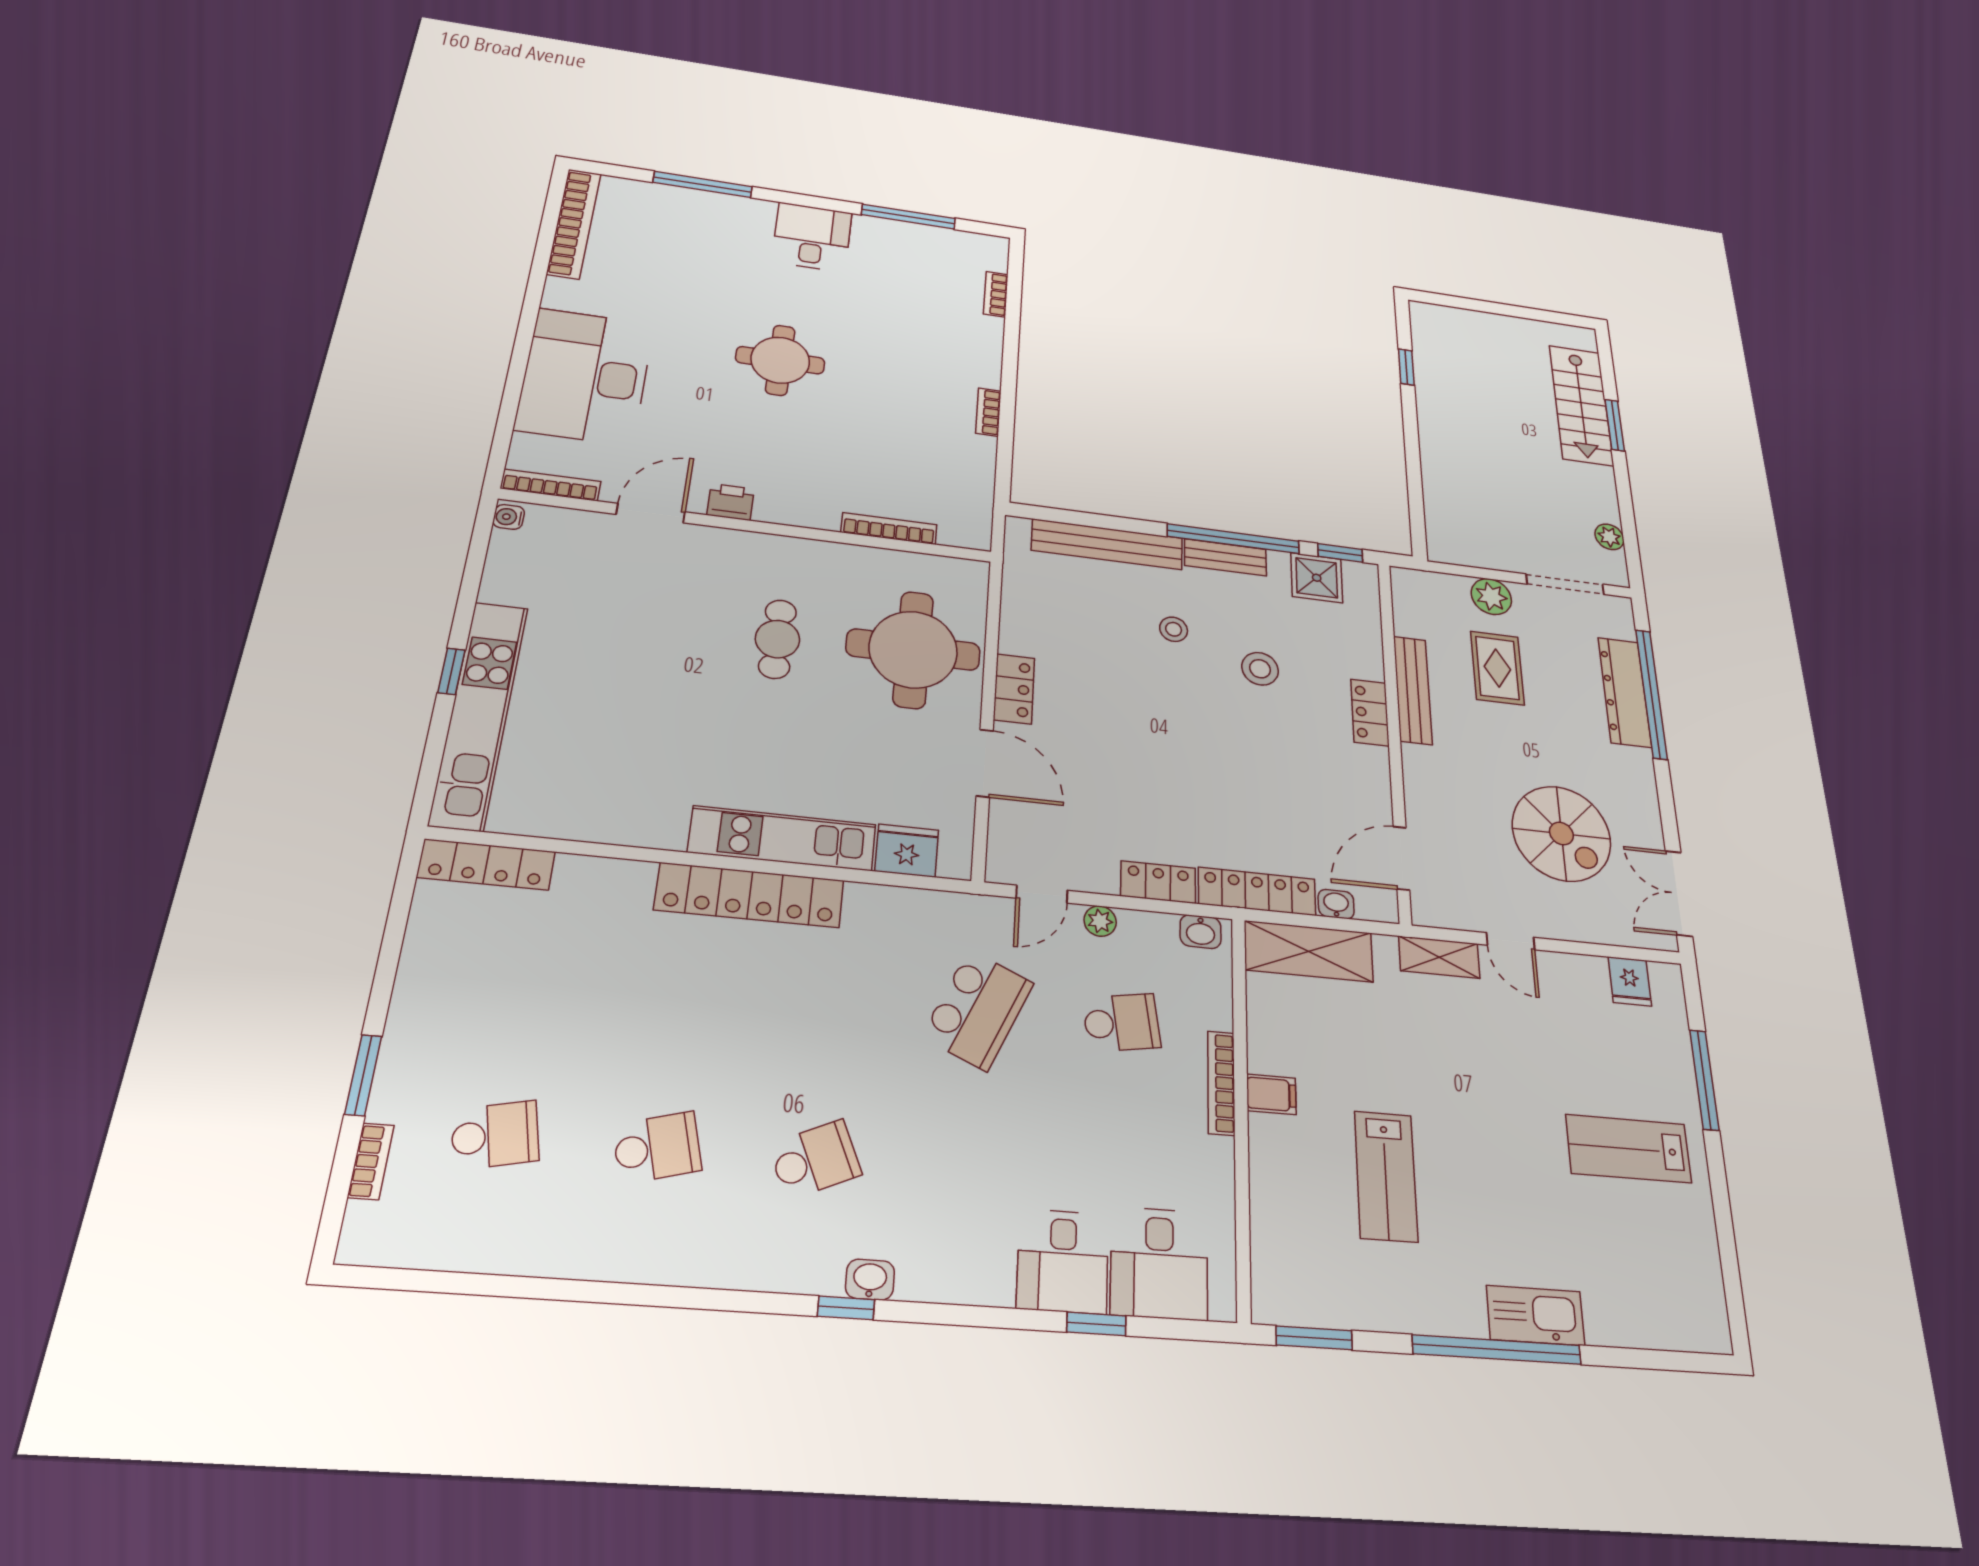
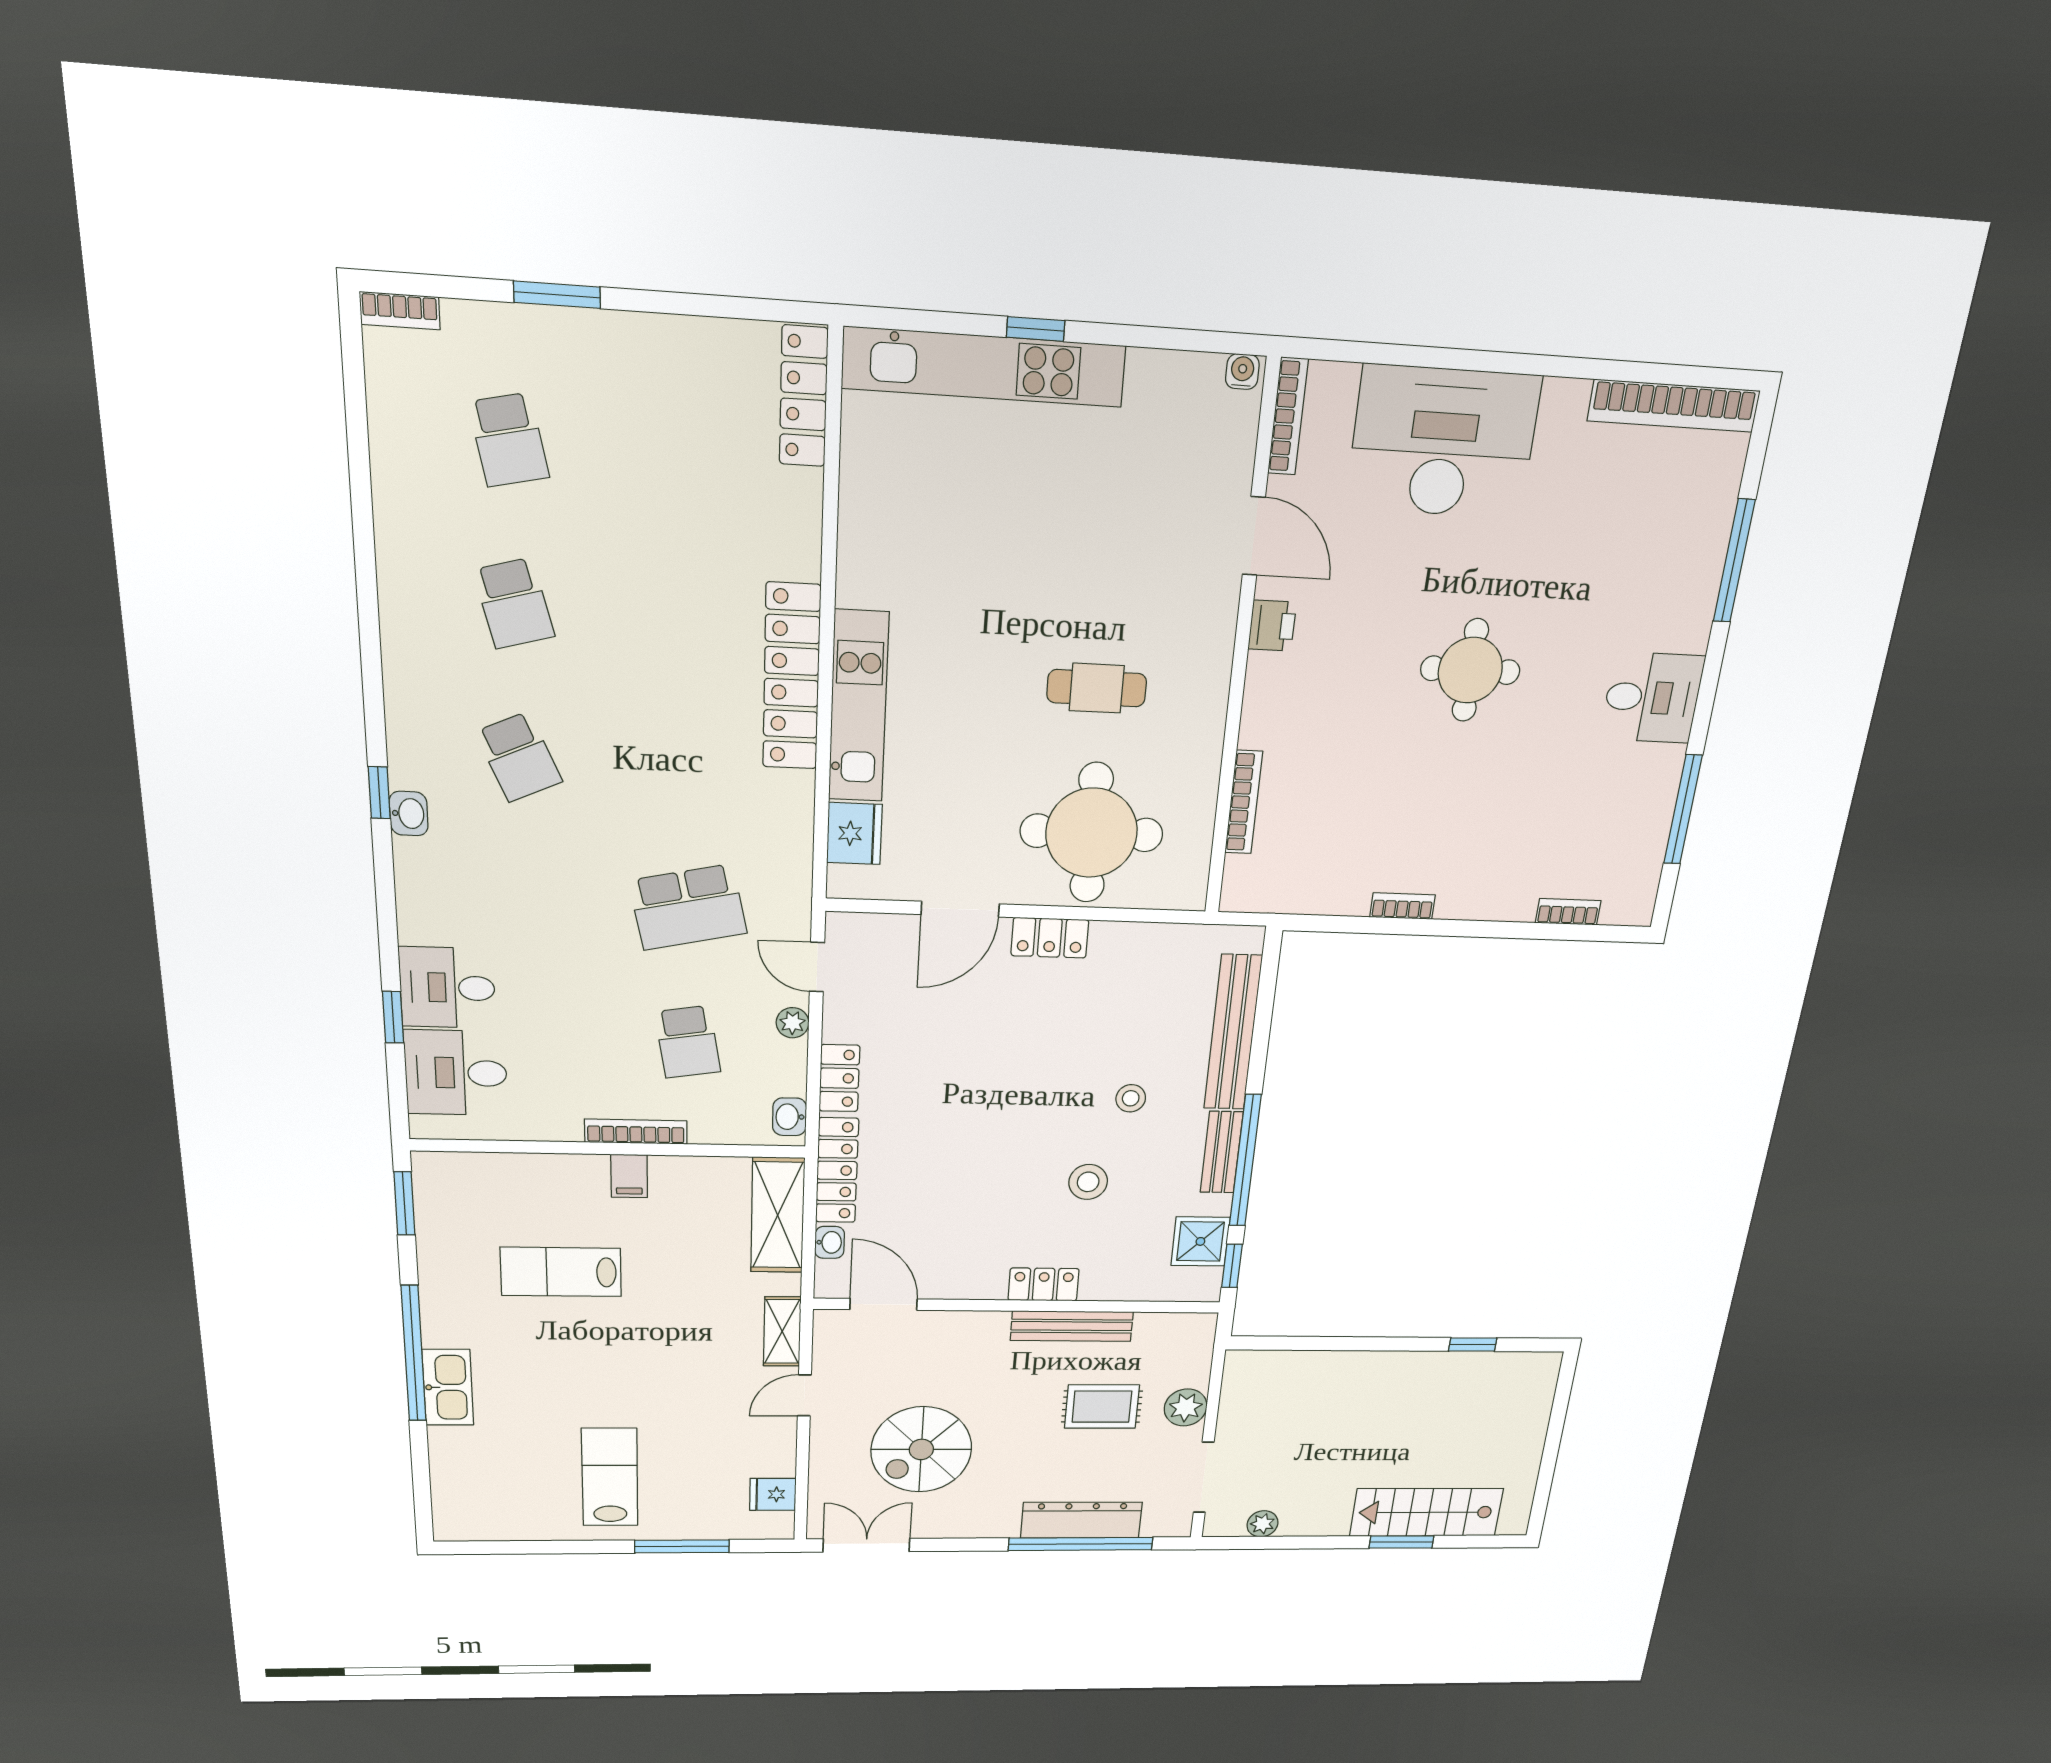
school desk: (978, 1010) -> (688, 907), turned -36
bookcase: (371, 1161) -> (400, 311), moved

